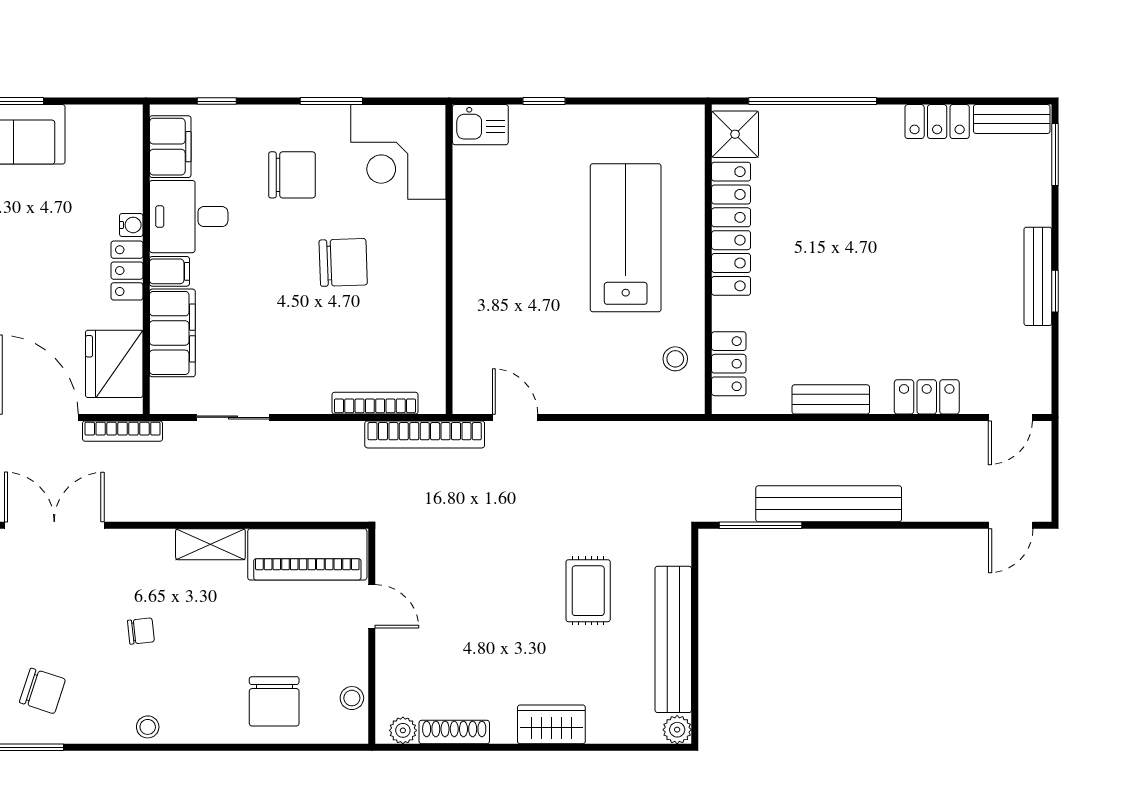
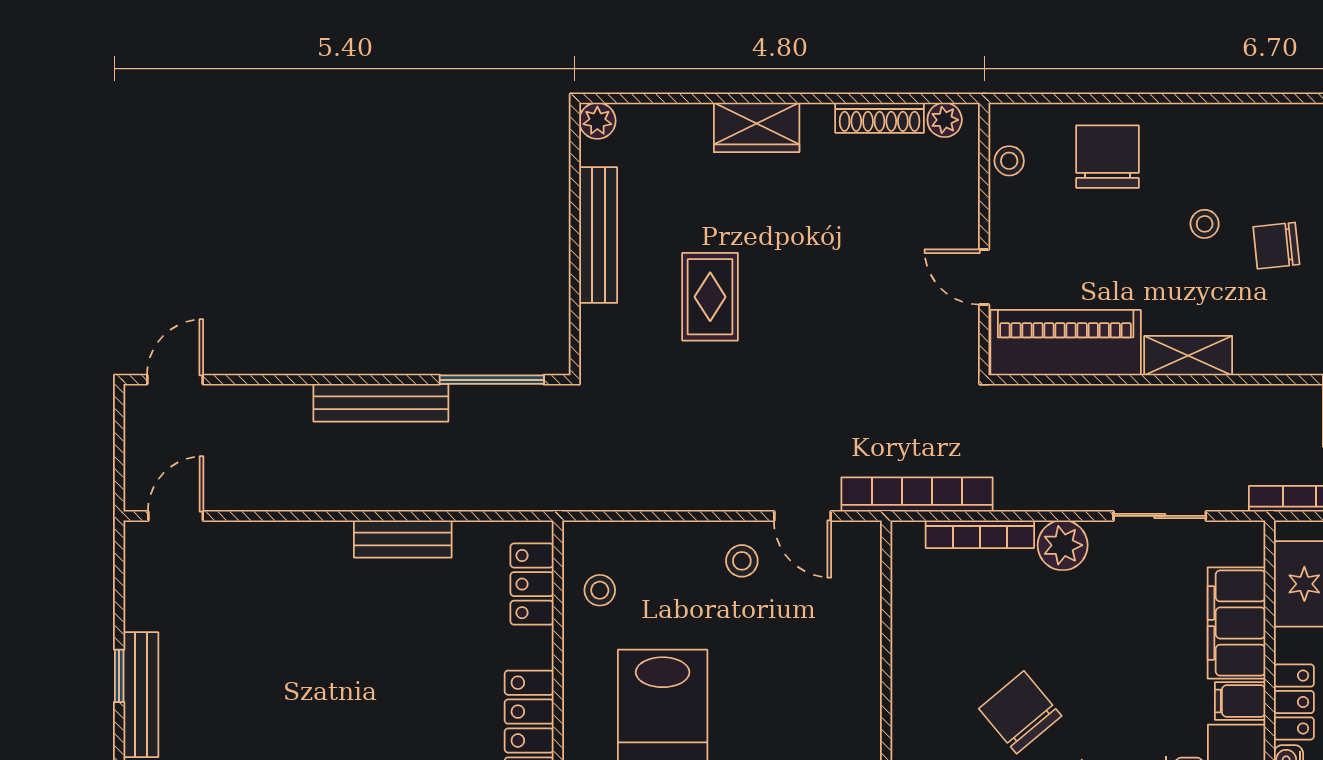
chair: (343, 262) -> (1020, 712), turned 52
stool: (563, 382) -> (742, 561), added
plant: (310, 394) -> (1063, 545), added
locker: (927, 397) -> (281, 542), removed
bench: (829, 504) -> (381, 403), width x0.73, depth x0.82
chair: (141, 631) -> (1276, 246), width x1.37, depth x1.37
bench: (673, 639) -> (598, 235), width x0.73, depth x0.82
stool: (148, 727) -> (1205, 224), moved

